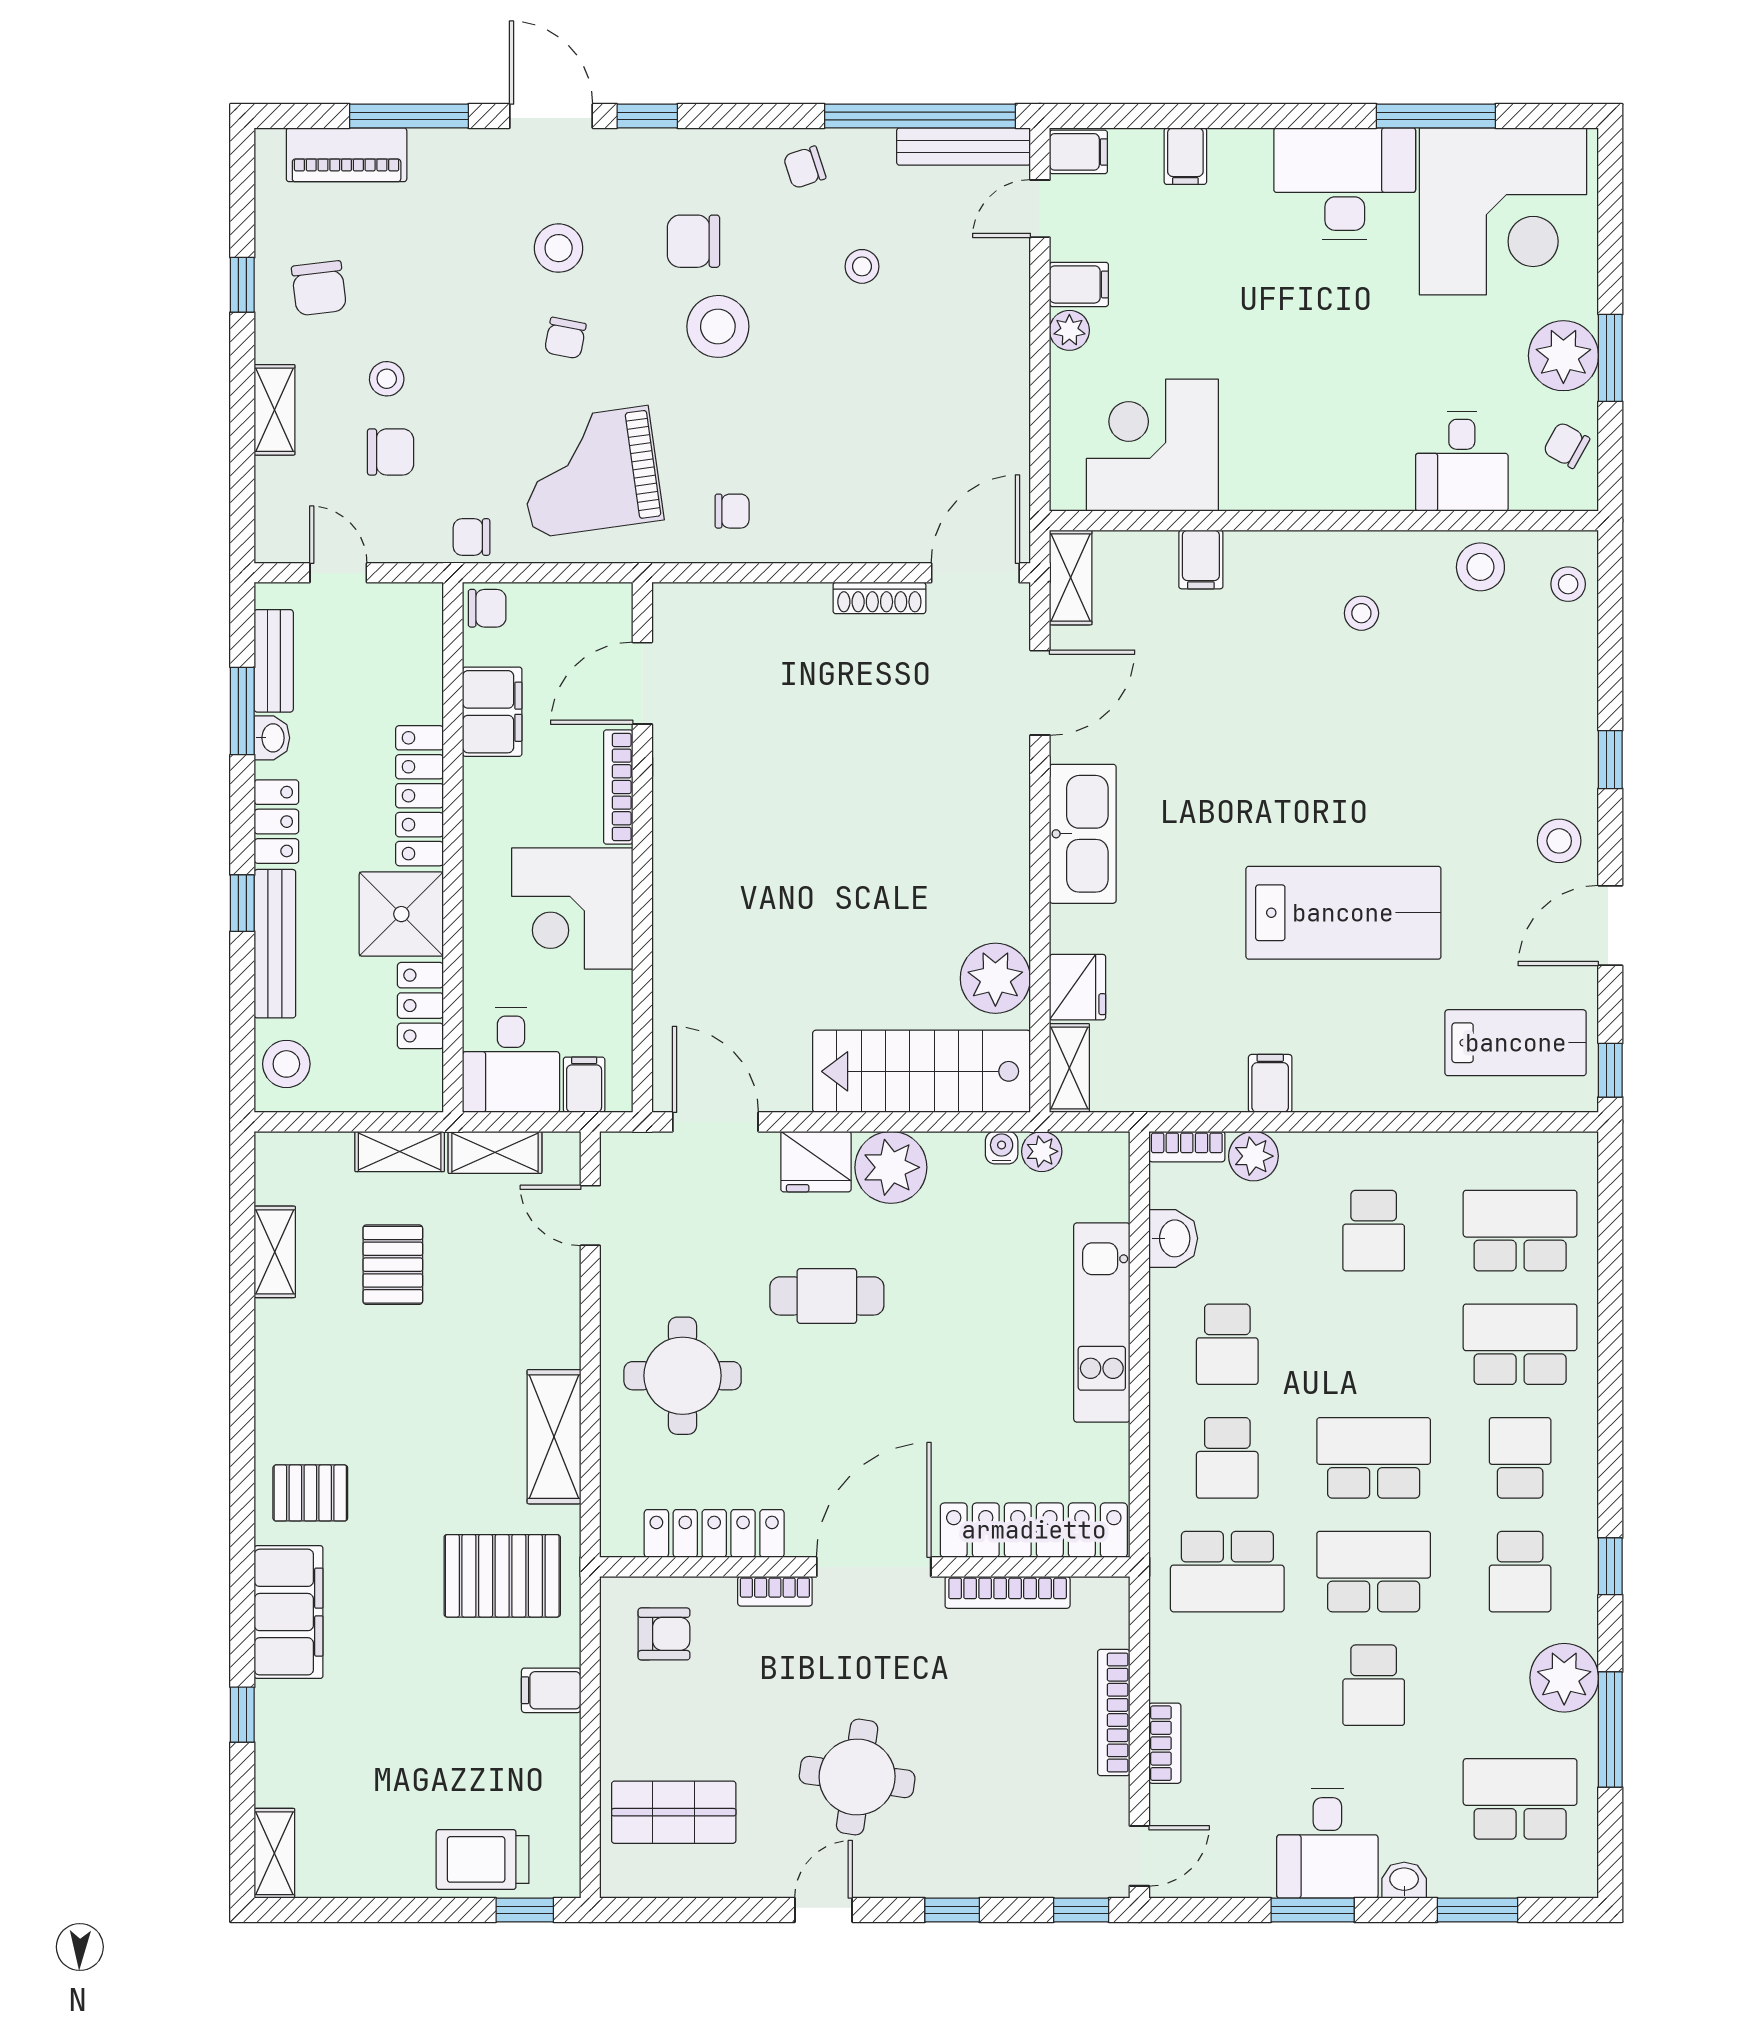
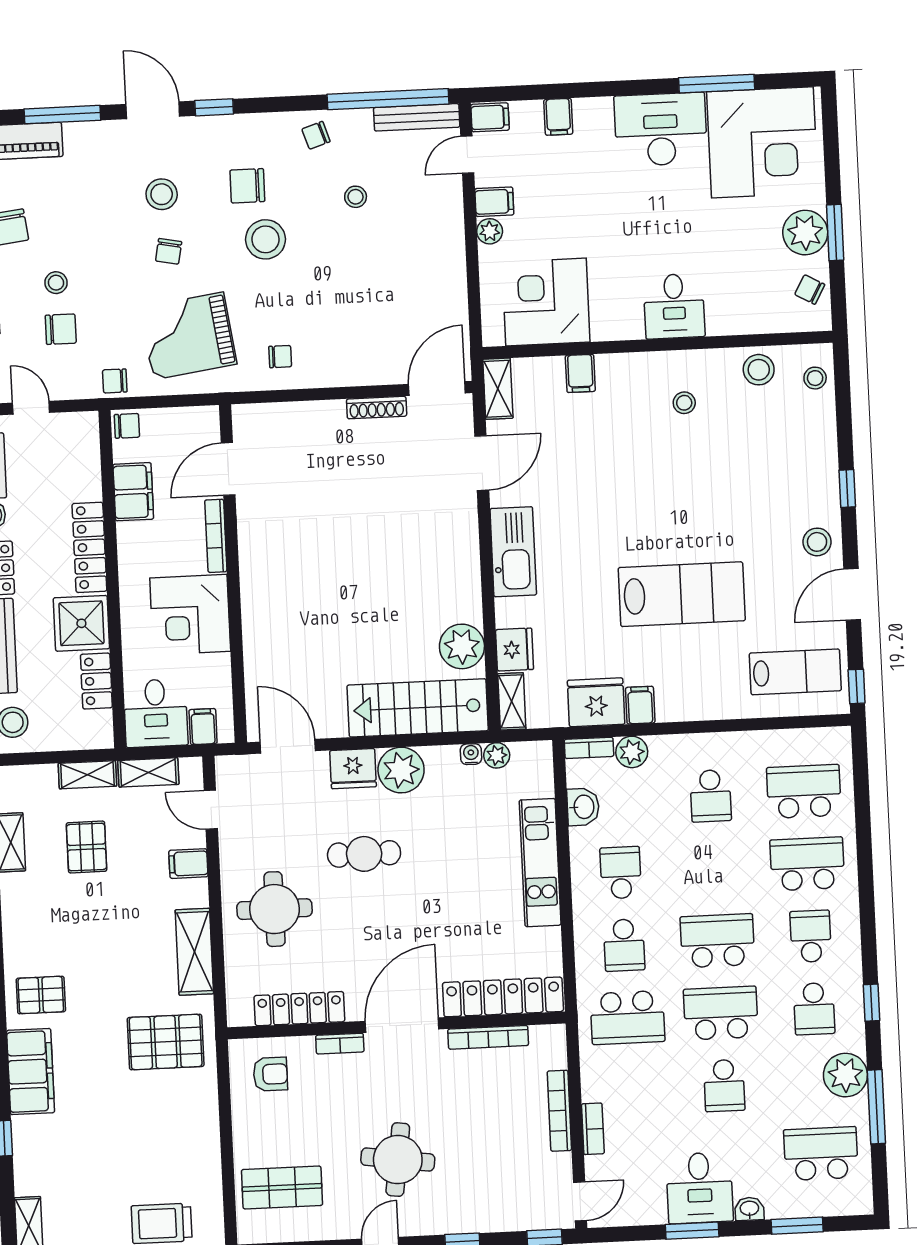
desk: (1462, 461) -> (674, 306), moved
fridge: (1201, 1076) -> (596, 702), added
school desk: (1227, 1344) -> (621, 873), turned 180
filing cabinet: (551, 1690) -> (188, 864), moved

